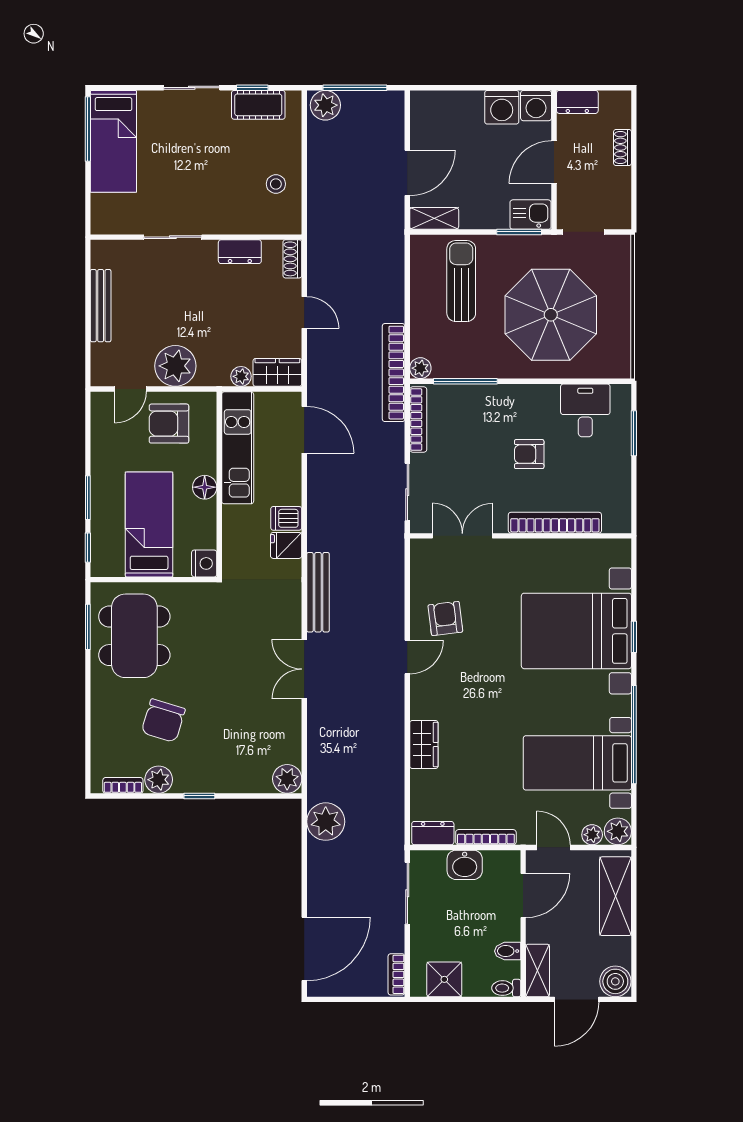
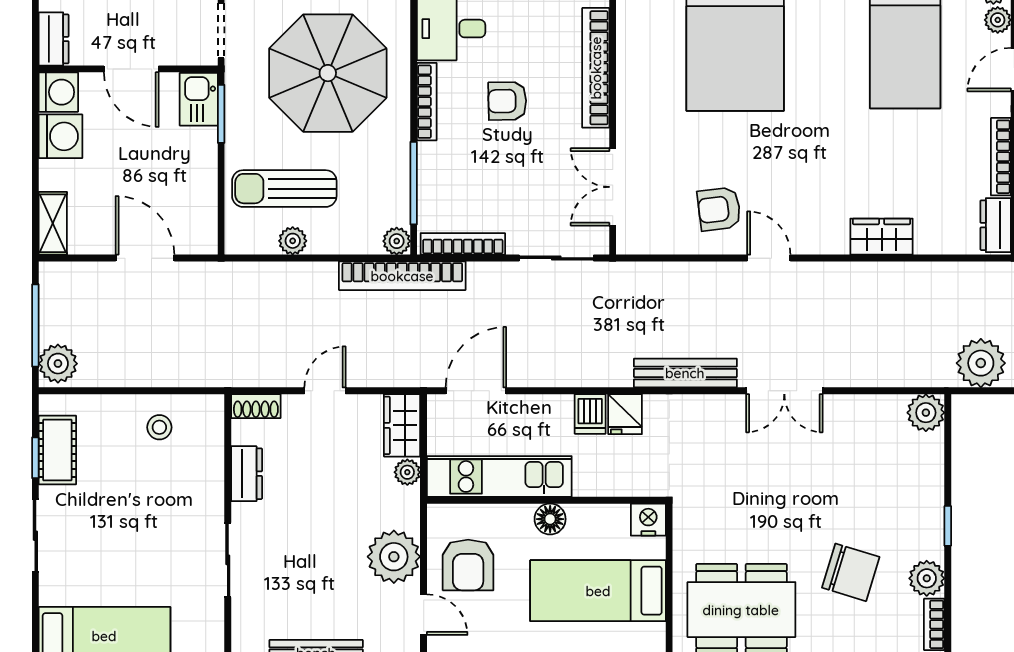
shelving: (434, 218) -> (53, 223), moved
plant: (421, 287) -> (293, 241), added
bookcase: (529, 392) -> (427, 102), added
armchair: (529, 454) -> (507, 101), turned 89

